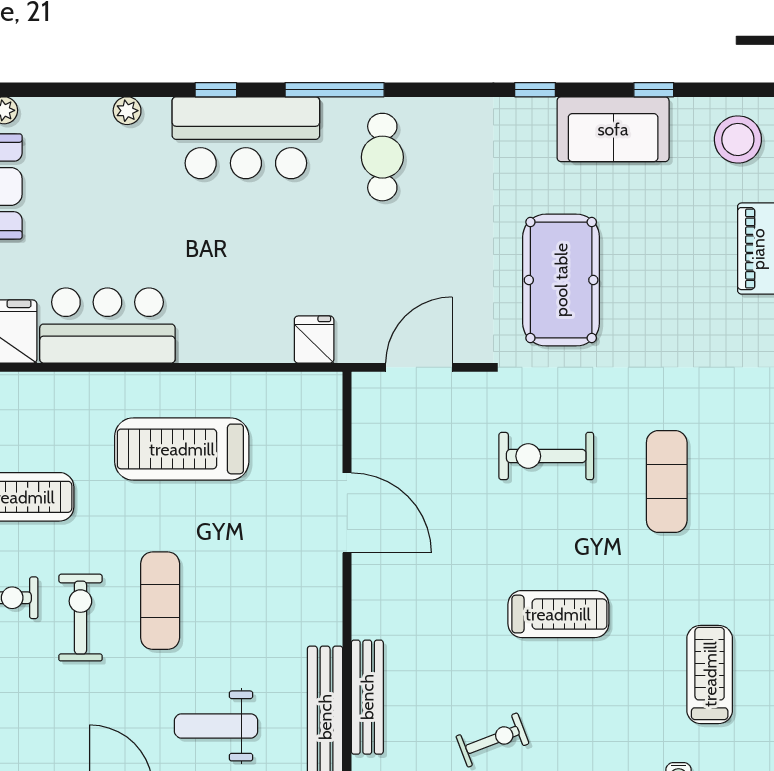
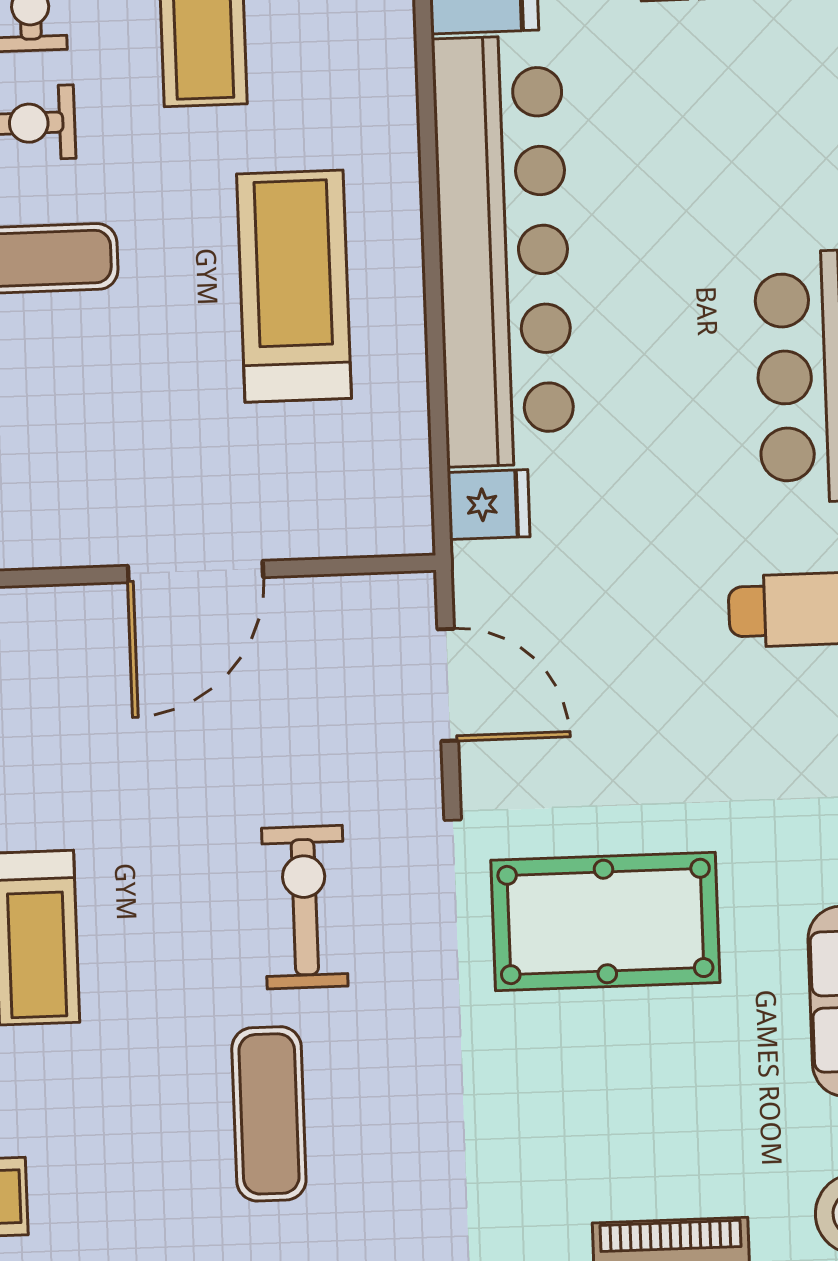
bar counter: (107, 326) -> (503, 251), width x1.86
exercise mat: (667, 481) -> (269, 1114), turned 90

